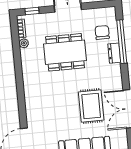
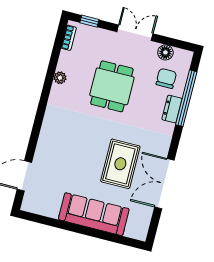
floor lamp: (95, 14) -> (165, 52), added
plant: (24, 43) -> (60, 78), moved
dining table: (65, 52) -> (112, 86), width x0.73

